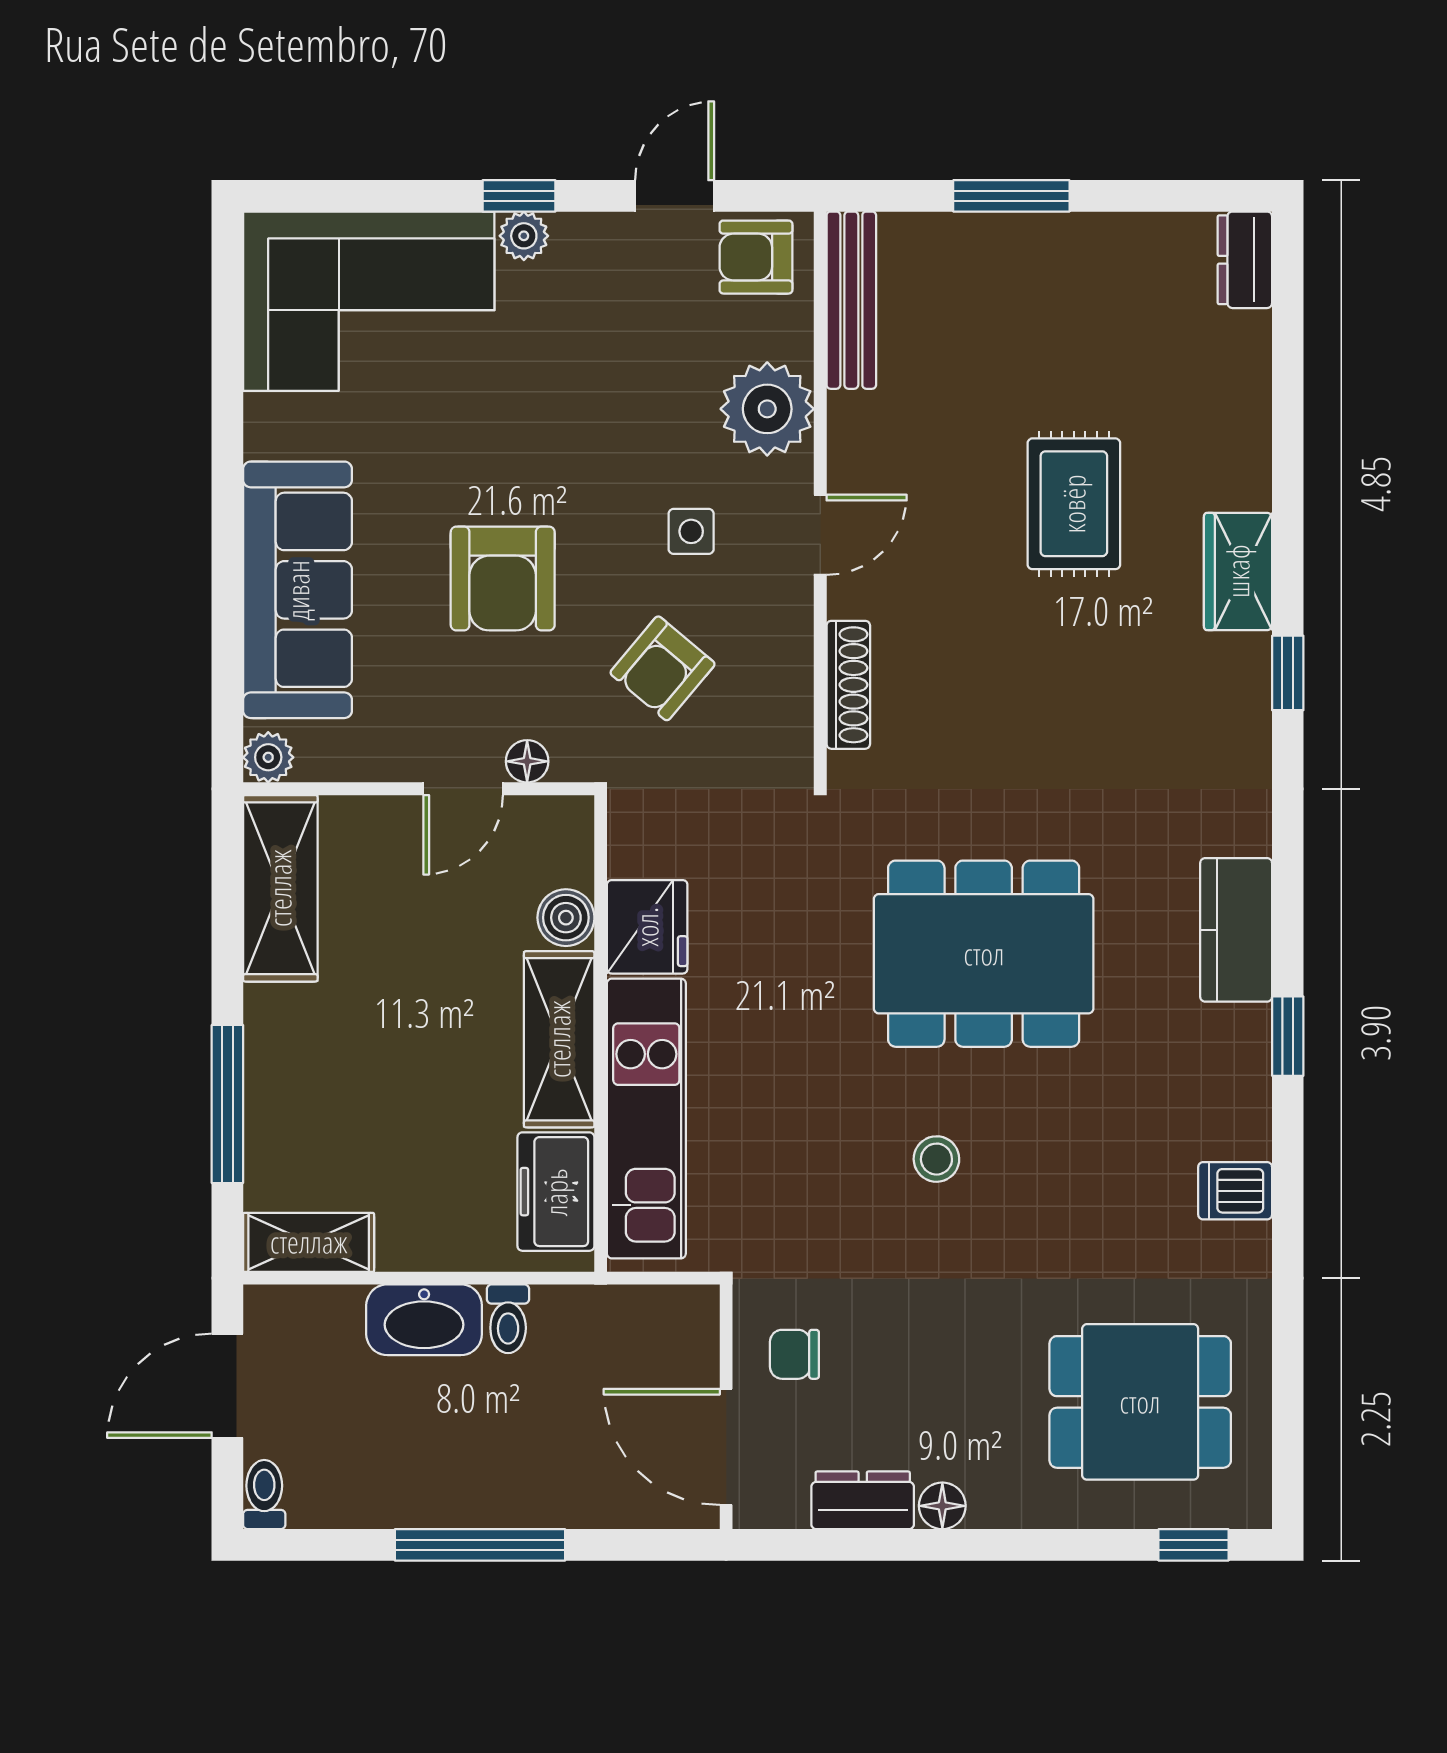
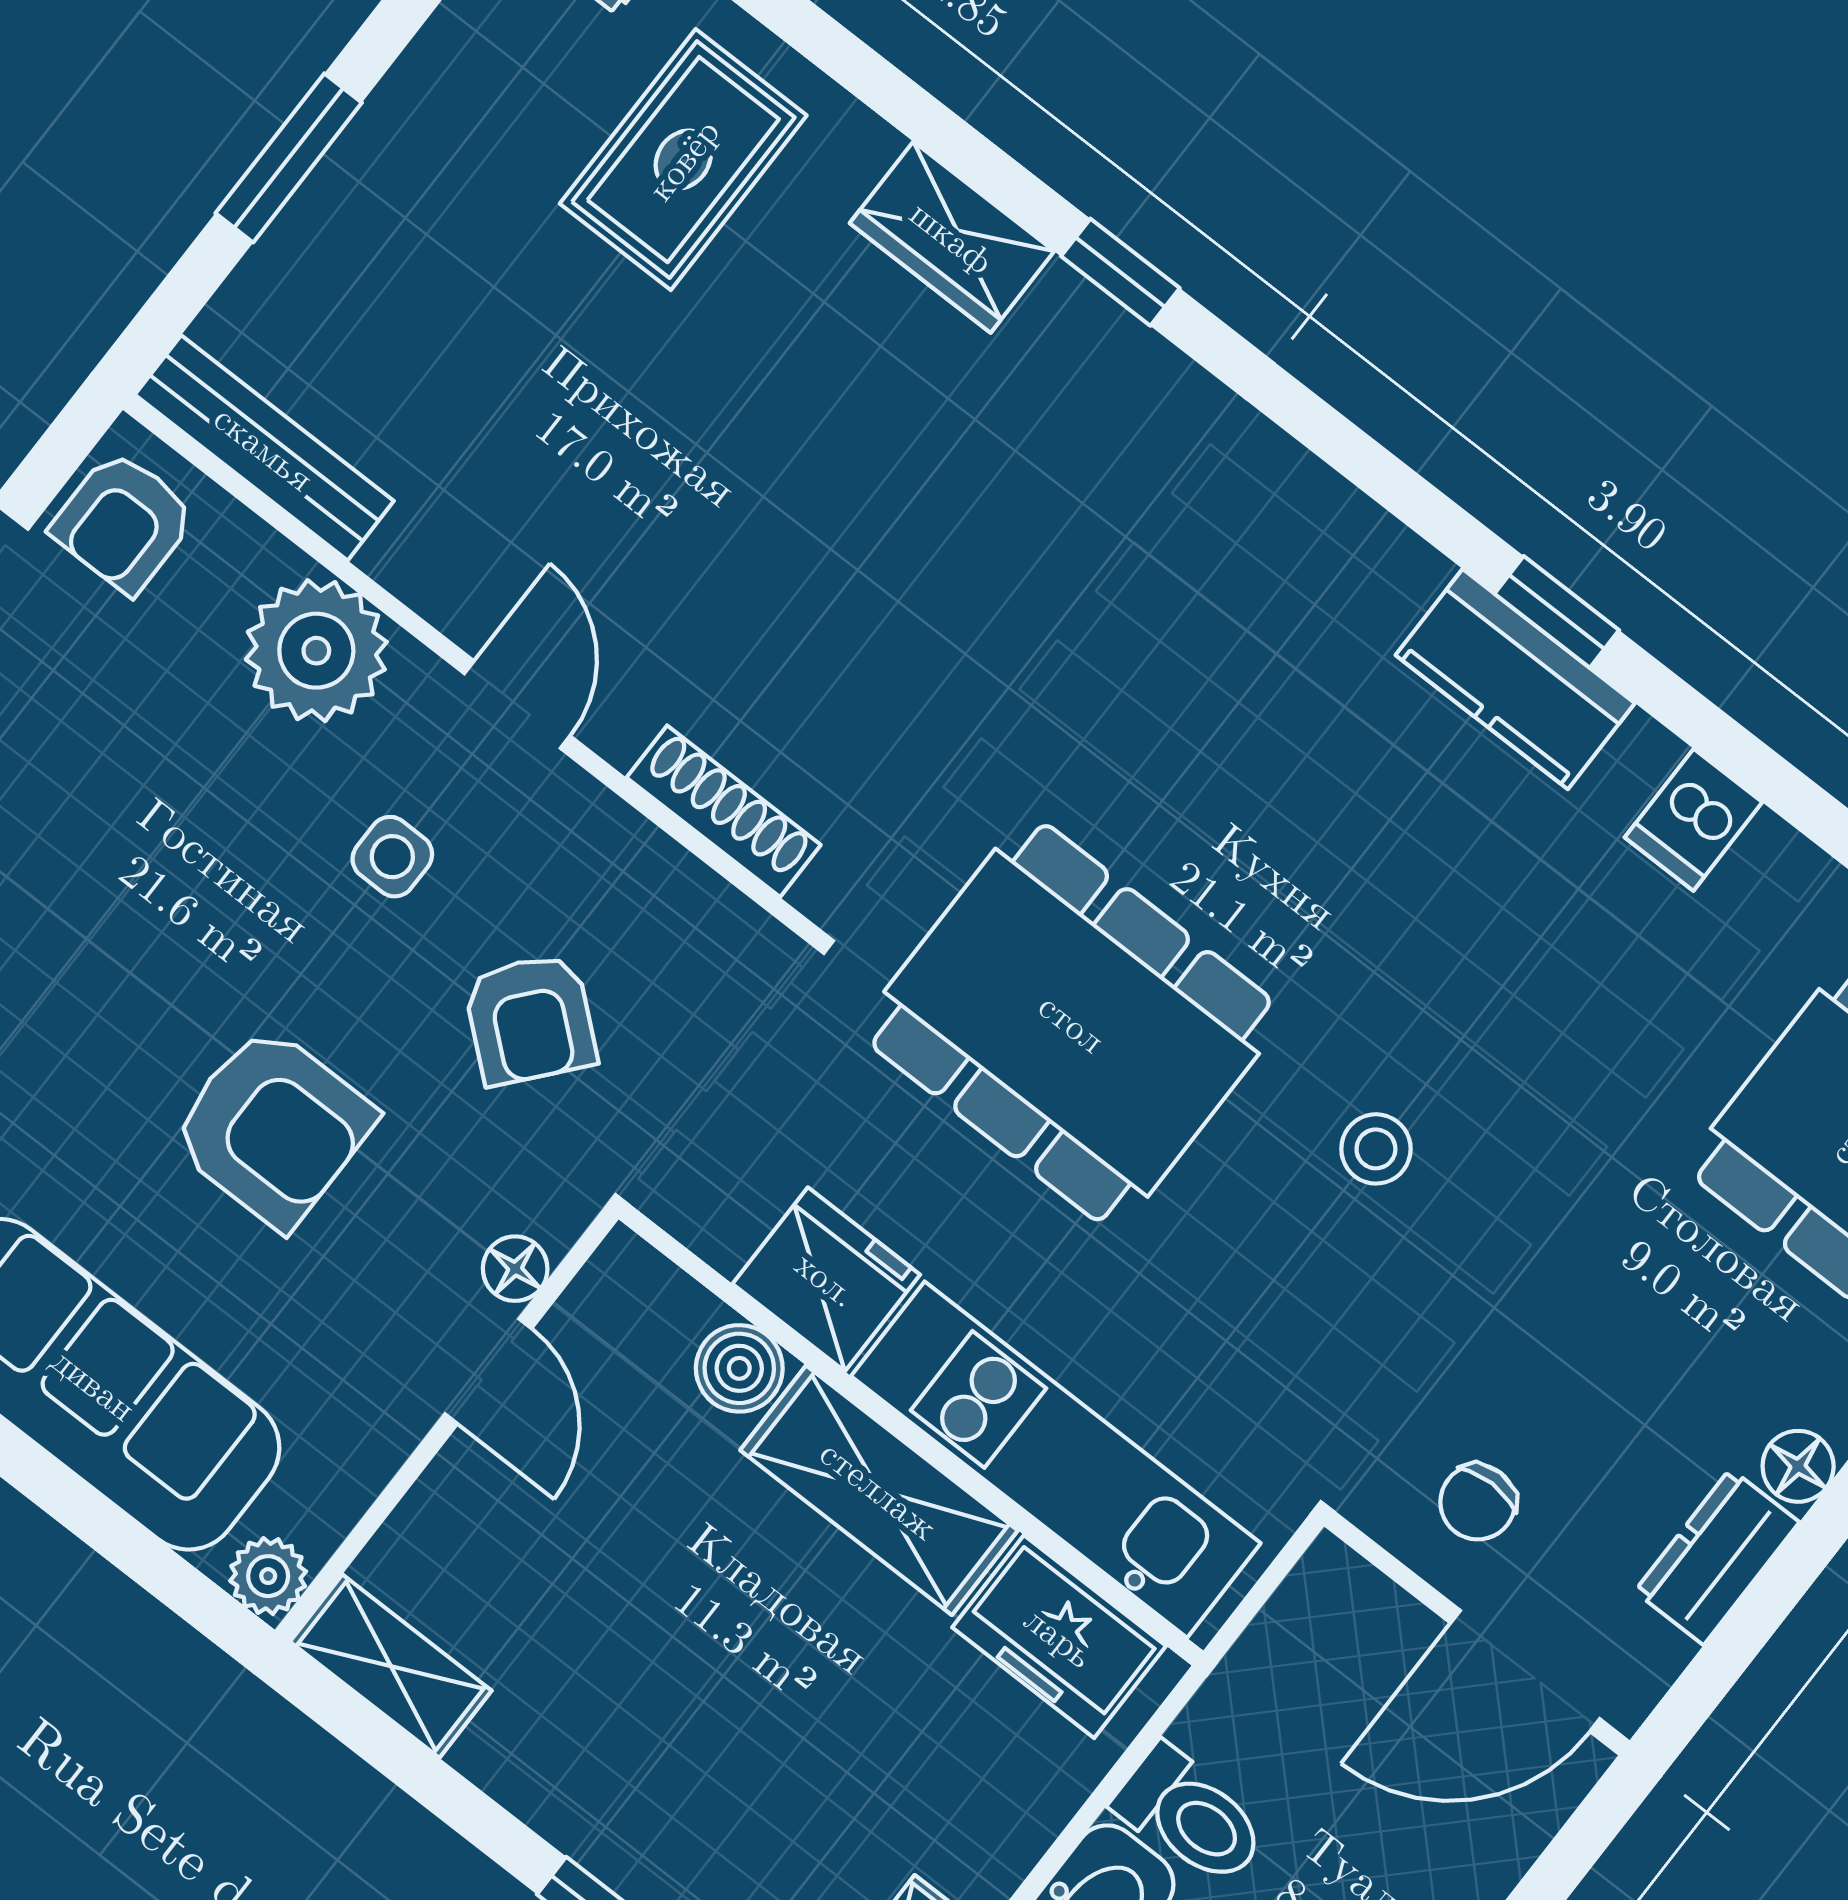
rug: (1074, 504) -> (683, 160), moved, turned 90
shelving: (280, 888) -> (391, 1666), width x0.67, depth x0.75
kitchen counter: (1236, 930) -> (1515, 679), moved
dining table: (984, 954) -> (1072, 1023), moved, turned 90
toilet: (508, 1319) -> (1191, 1816), width x1.37, depth x1.39

